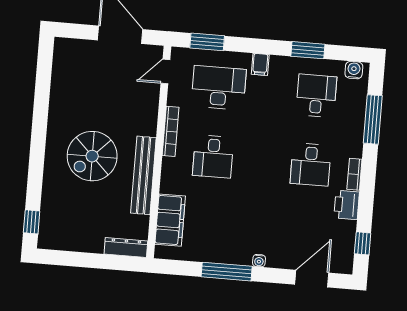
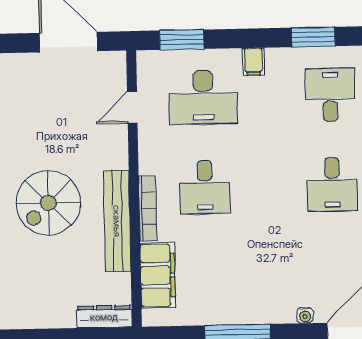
door: (165, 71) -> (132, 107), moved
desk: (219, 88) -> (203, 97), turned 180
bookcase: (171, 131) -> (148, 208), moved
water cooler: (259, 261) -> (305, 315), moved

